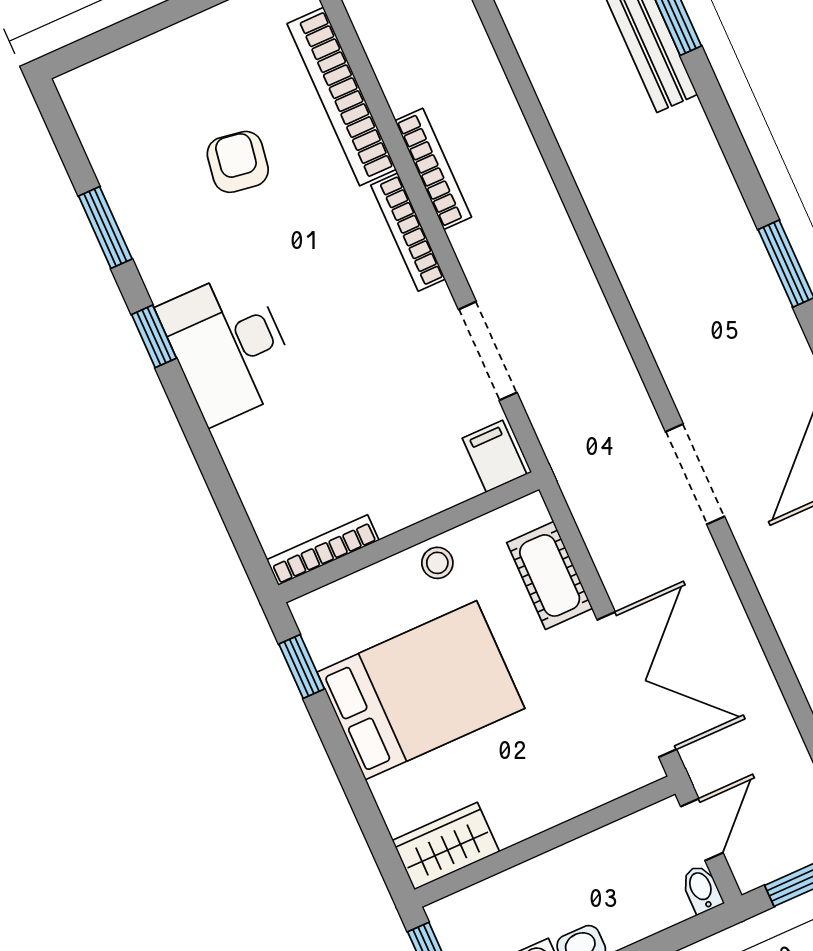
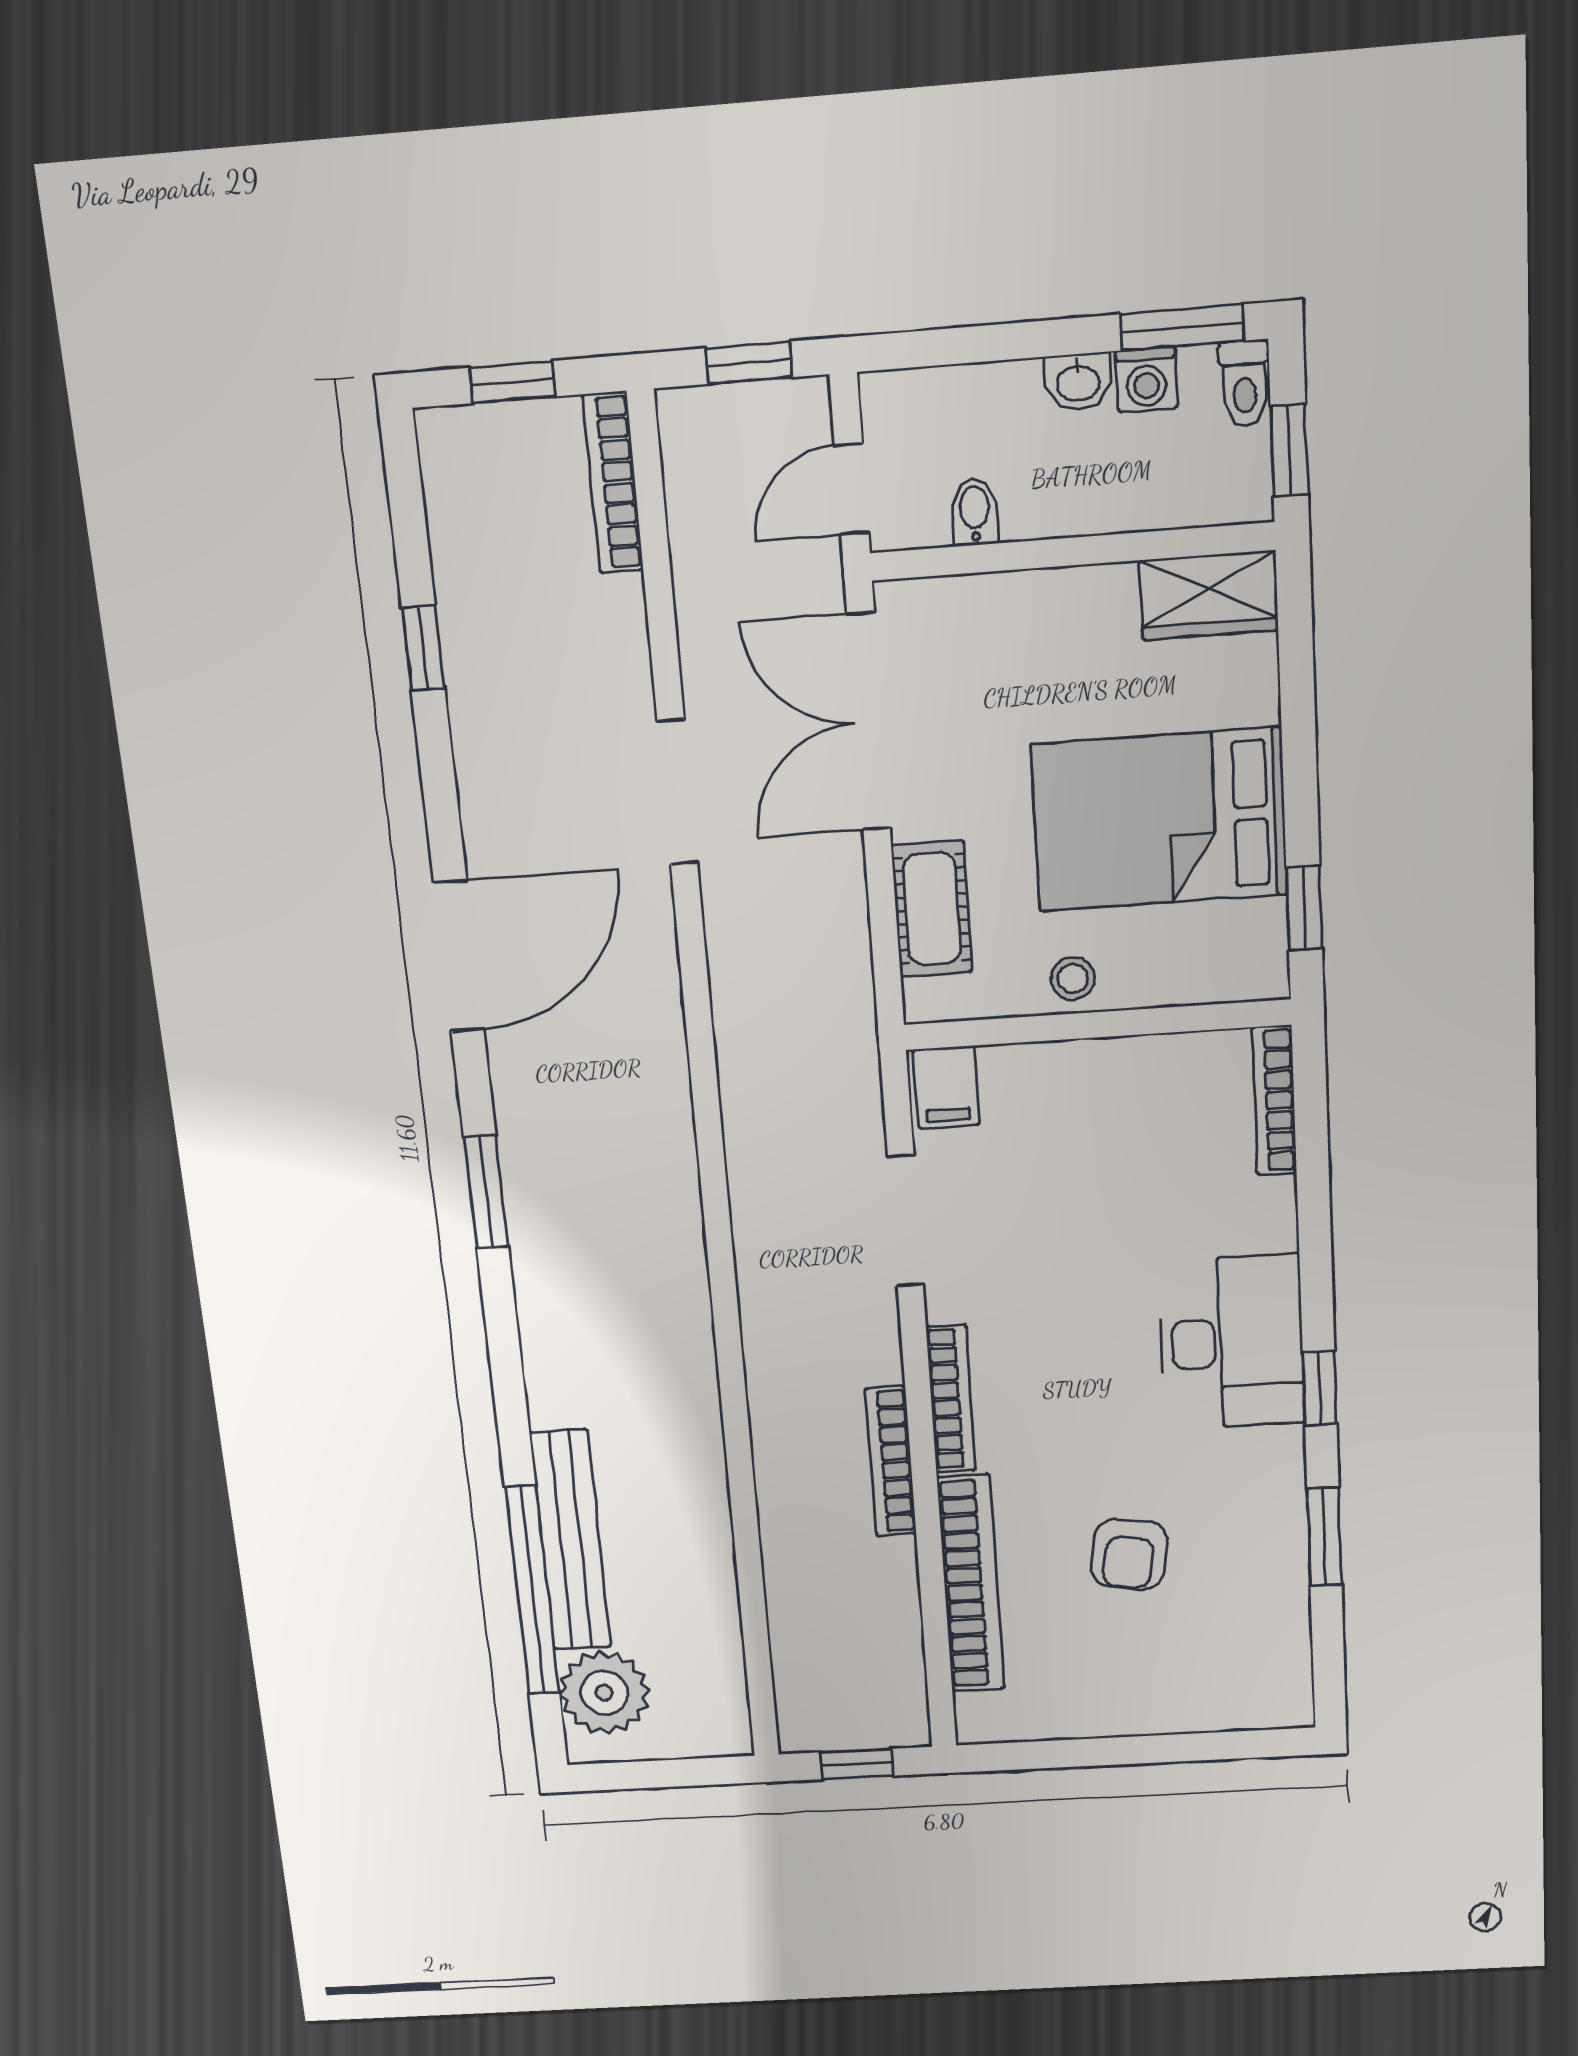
doorway: (695, 474) -> (677, 792), moved
bookcase: (323, 550) -> (1275, 1100), moved, turned 90
bidet: (702, 889) -> (975, 512), moved, turned 180

